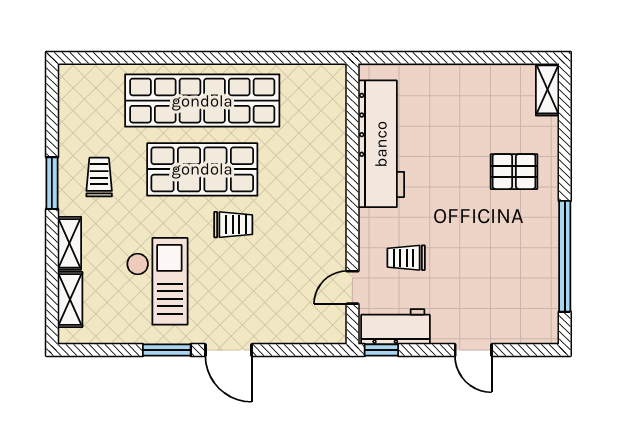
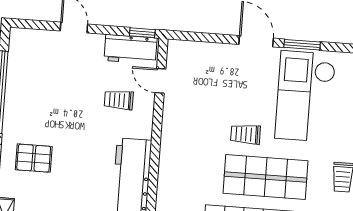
trolley: (406, 258) -> (119, 100), turned 180
checkout: (157, 281) -> (305, 96), width x1.36, depth x1.21
door: (352, 287) -> (160, 81), swing flipped

